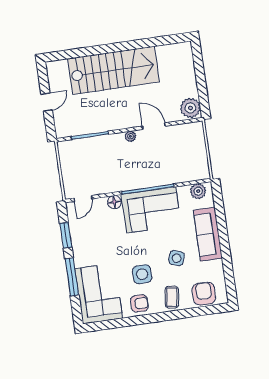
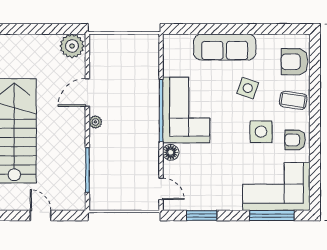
plant: (198, 191) -> (172, 51), removed
window: (72, 277) -> (272, 215), moved
armchair: (139, 303) -> (295, 140), turned -90

